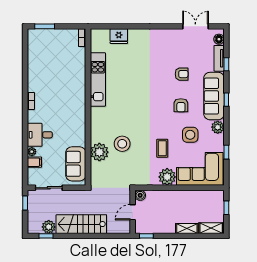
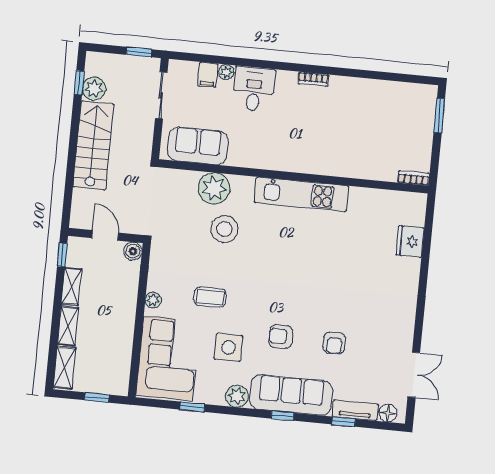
kitchen unit: (98, 79) -> (301, 194), moved
plant: (167, 177) -> (153, 300), width x0.53, depth x0.53
shelving: (164, 229) -> (71, 286), added

